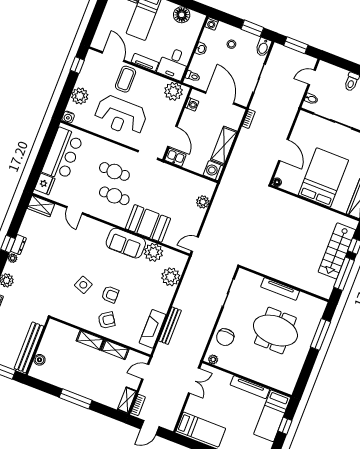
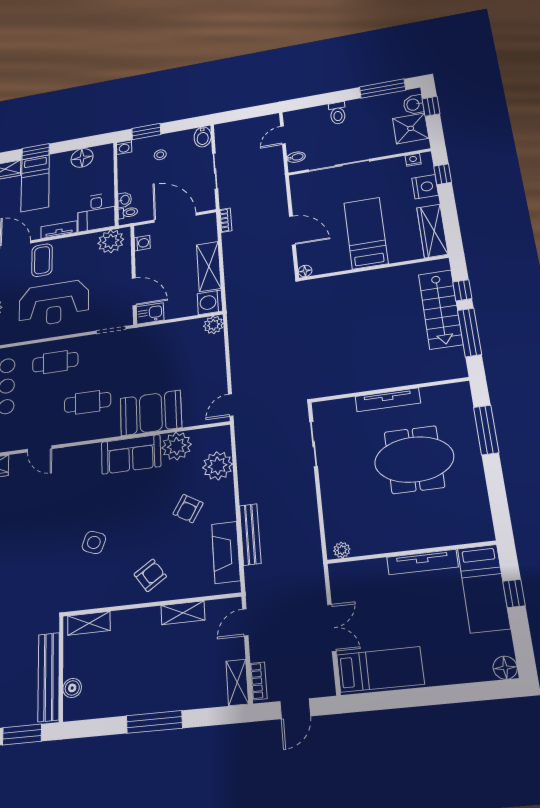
window: (252, 28) -> (146, 131), moved
window: (296, 45) -> (243, 114), removed
washbasin: (201, 49) -> (125, 200), moved
cafe table: (114, 171) -> (55, 362), moved
bed: (323, 177) -> (366, 233), width x0.67
plant: (203, 202) -> (213, 325), moved
armchair: (110, 294) -> (188, 509), moved, turned 121
chair: (225, 337) -> (343, 508), removed
shelving: (90, 340) -> (89, 623), moved
double door: (194, 381) -> (332, 628), moved

